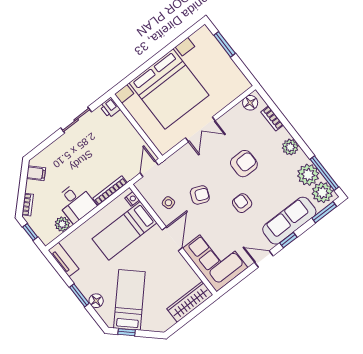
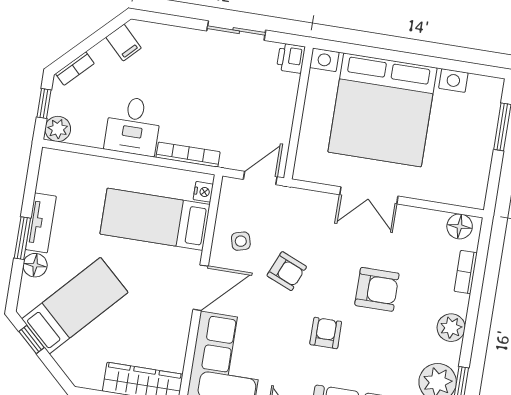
plant: (62, 224) -> (58, 129), moved
tv unit: (64, 260) -> (41, 223), moved

